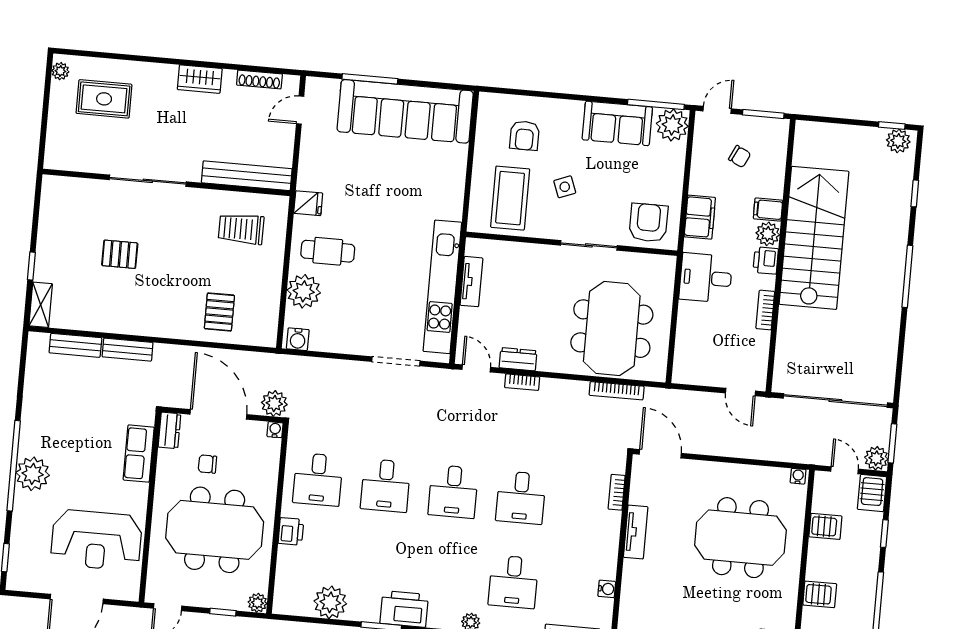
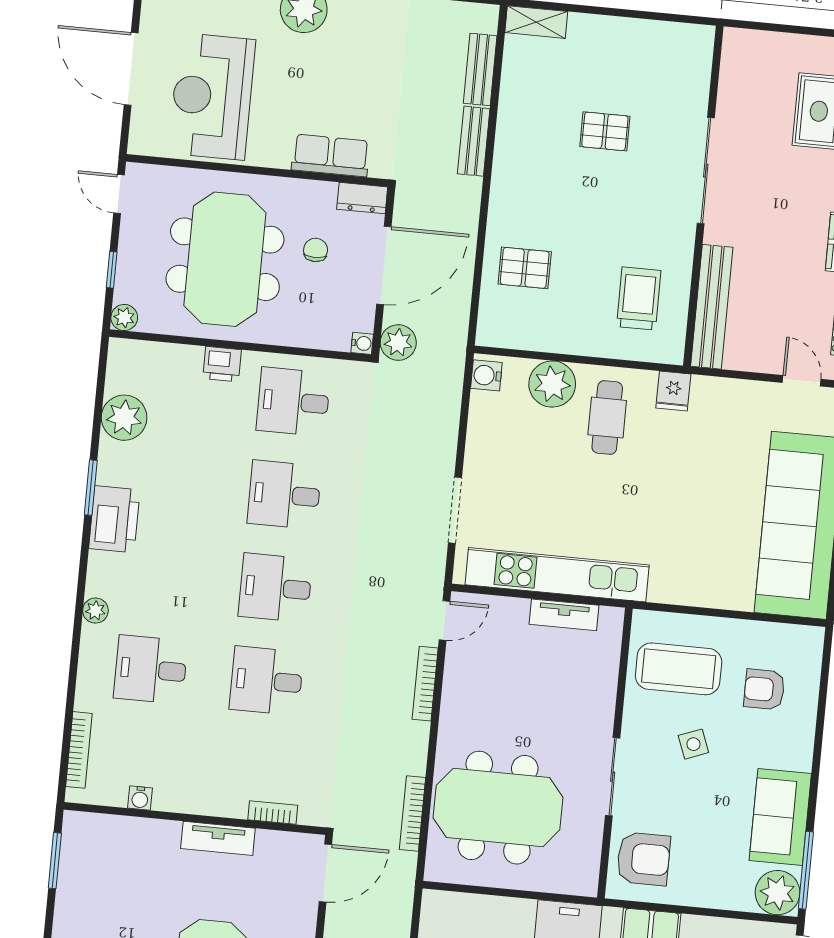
pallet: (120, 254) -> (605, 131), turned 90
window: (31, 266) -> (590, 10), removed
dresser: (518, 359) -> (457, 678), removed
bookcase: (522, 382) -> (425, 684), width x1.56

